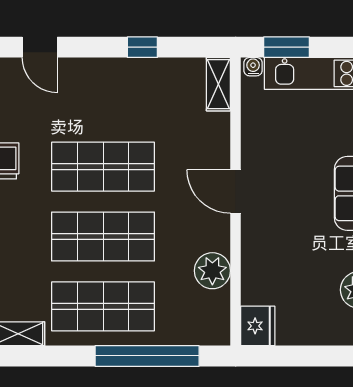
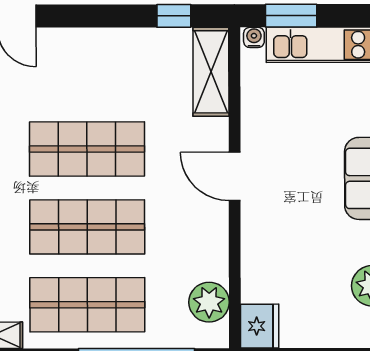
window: (142, 47) -> (174, 16), moved
shelving: (218, 84) -> (211, 72), width x1.50, depth x1.33
plant: (212, 271) -> (209, 302), moved

